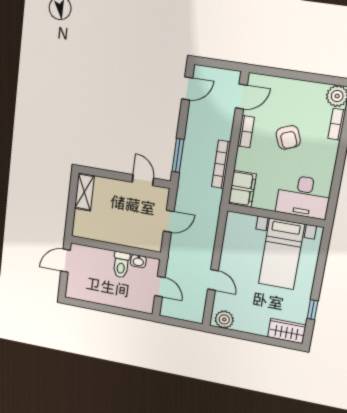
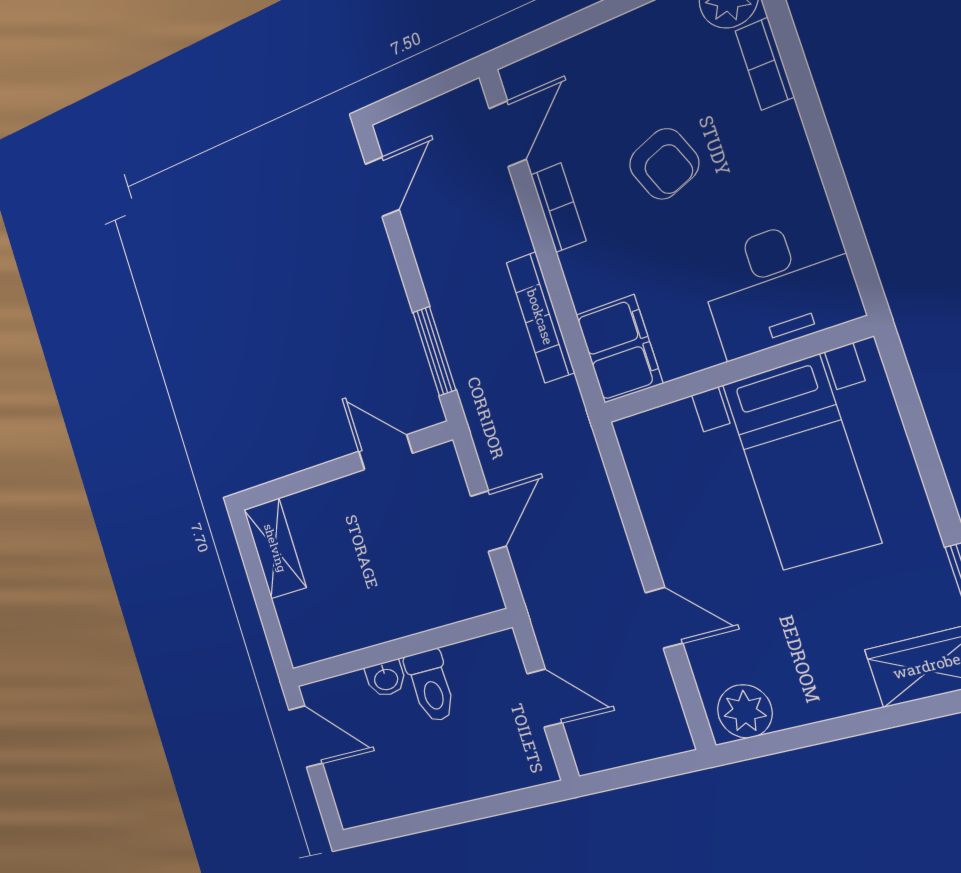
door: (66, 261) -> (306, 737), swing flipped
washbasin: (138, 261) -> (386, 679), moved

